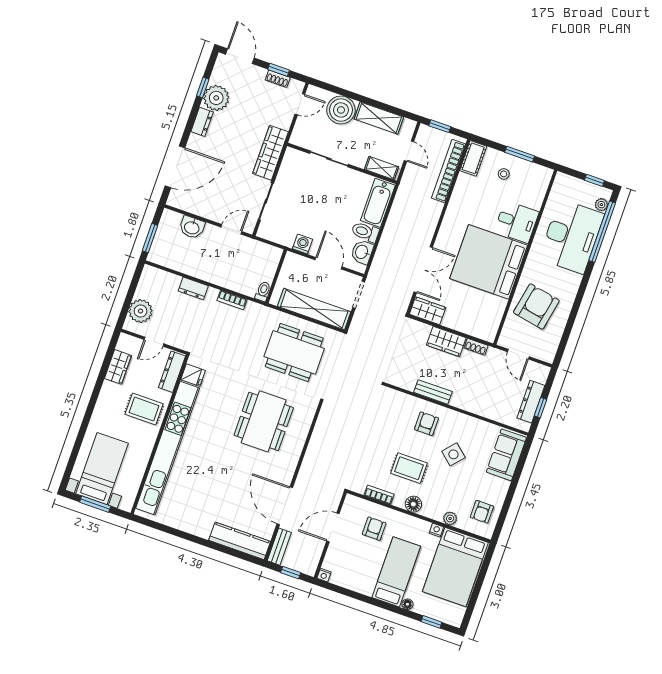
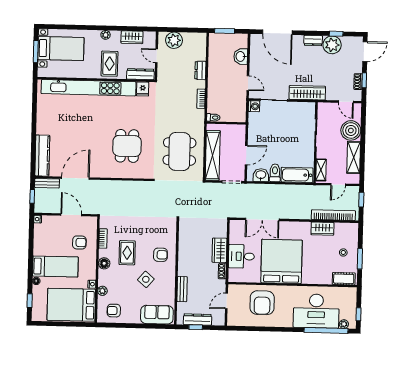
cot: (473, 158) -> (344, 279), moved
desk: (517, 222) -> (241, 256), moved, turned 90
washing machine: (302, 244) -> (254, 106), moved
armchair: (536, 306) -> (262, 303), turned 79
wardrobe: (428, 311) -> (322, 229), moved, turned 90
bench: (433, 392) -> (182, 289), moved
plant: (103, 402) -> (106, 35), added
dining table: (264, 421) -> (127, 146), width x0.73

